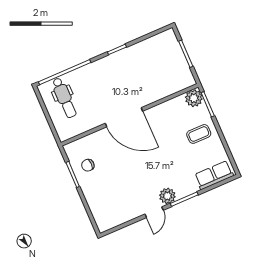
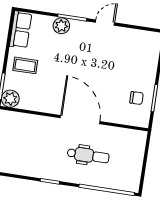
dental chair: (64, 98) -> (88, 155), moved, turned 90
row of seats: (214, 175) -> (21, 30), moved, turned -90
plant: (167, 196) -> (61, 26), moved

